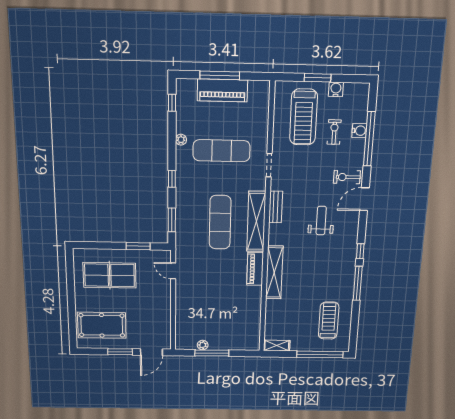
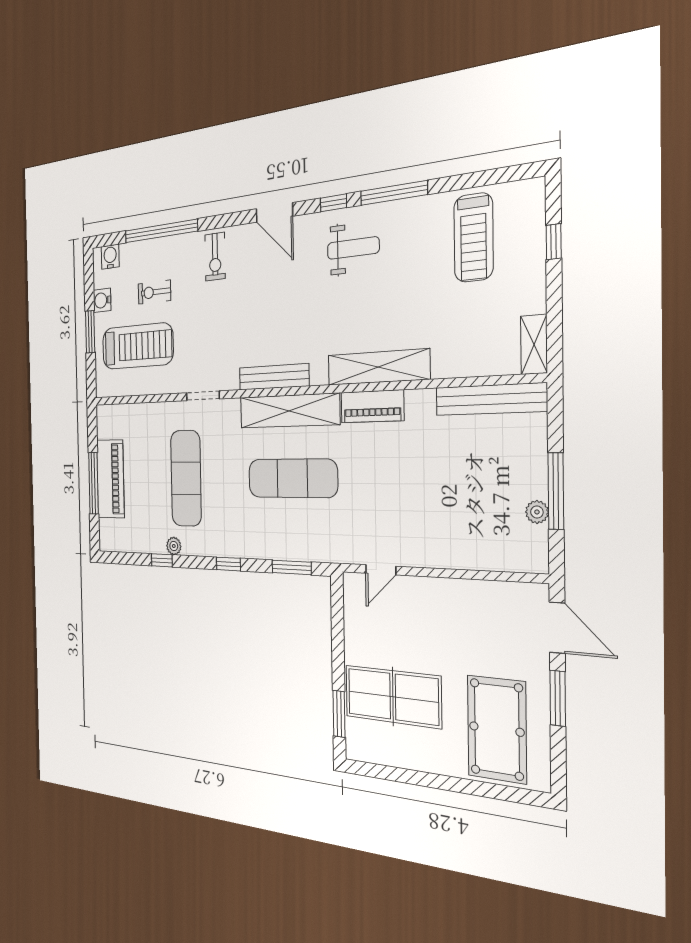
window: (172, 103) -> (162, 560), moved
water cooler: (359, 131) -> (110, 257), moved
door: (364, 199) -> (274, 212), moved
bench: (276, 207) -> (274, 377), width x1.36
weight bench: (321, 221) -> (353, 248), moved, turned 180
window: (138, 246) -> (339, 714), moved
table tennis table: (110, 275) -> (393, 697), turned 90
treadmill: (329, 321) -> (473, 238), turned -90
bench: (254, 326) -> (491, 399), added
window: (320, 354) -> (554, 242), width x0.32

